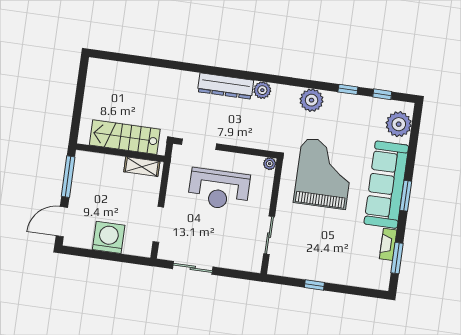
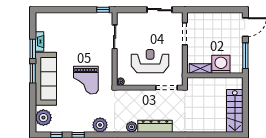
stairs: (125, 137) -> (235, 111), moved, turned 90
grand piano: (324, 174) -> (86, 80), width x0.73, depth x0.68
washing machine: (109, 237) -> (221, 64), moved, turned 180
window: (397, 258) -> (33, 49), moved
window: (314, 285) -> (103, 10), moved

